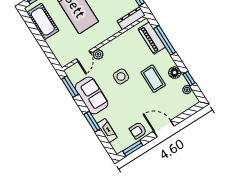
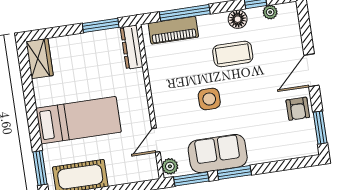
plant: (98, 54) -> (170, 166), moved
door: (83, 56) -> (156, 140), swing flipped
window: (92, 122) -> (234, 173), moved
fireplace: (107, 130) -> (278, 153), removed

